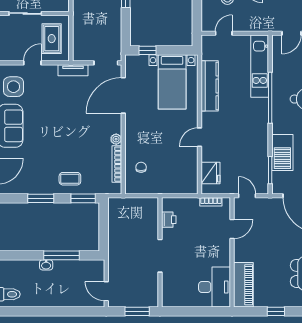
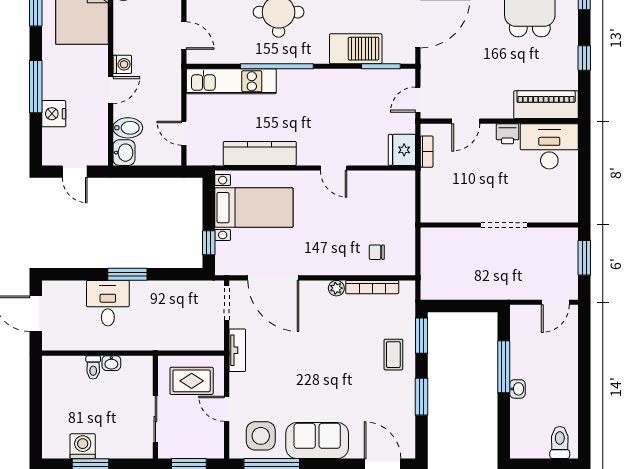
fridge: (211, 173) -> (402, 150), moved, turned -90
printer: (169, 220) -> (508, 134), moved, turned 180
door: (232, 229) -> (466, 121), swing flipped

